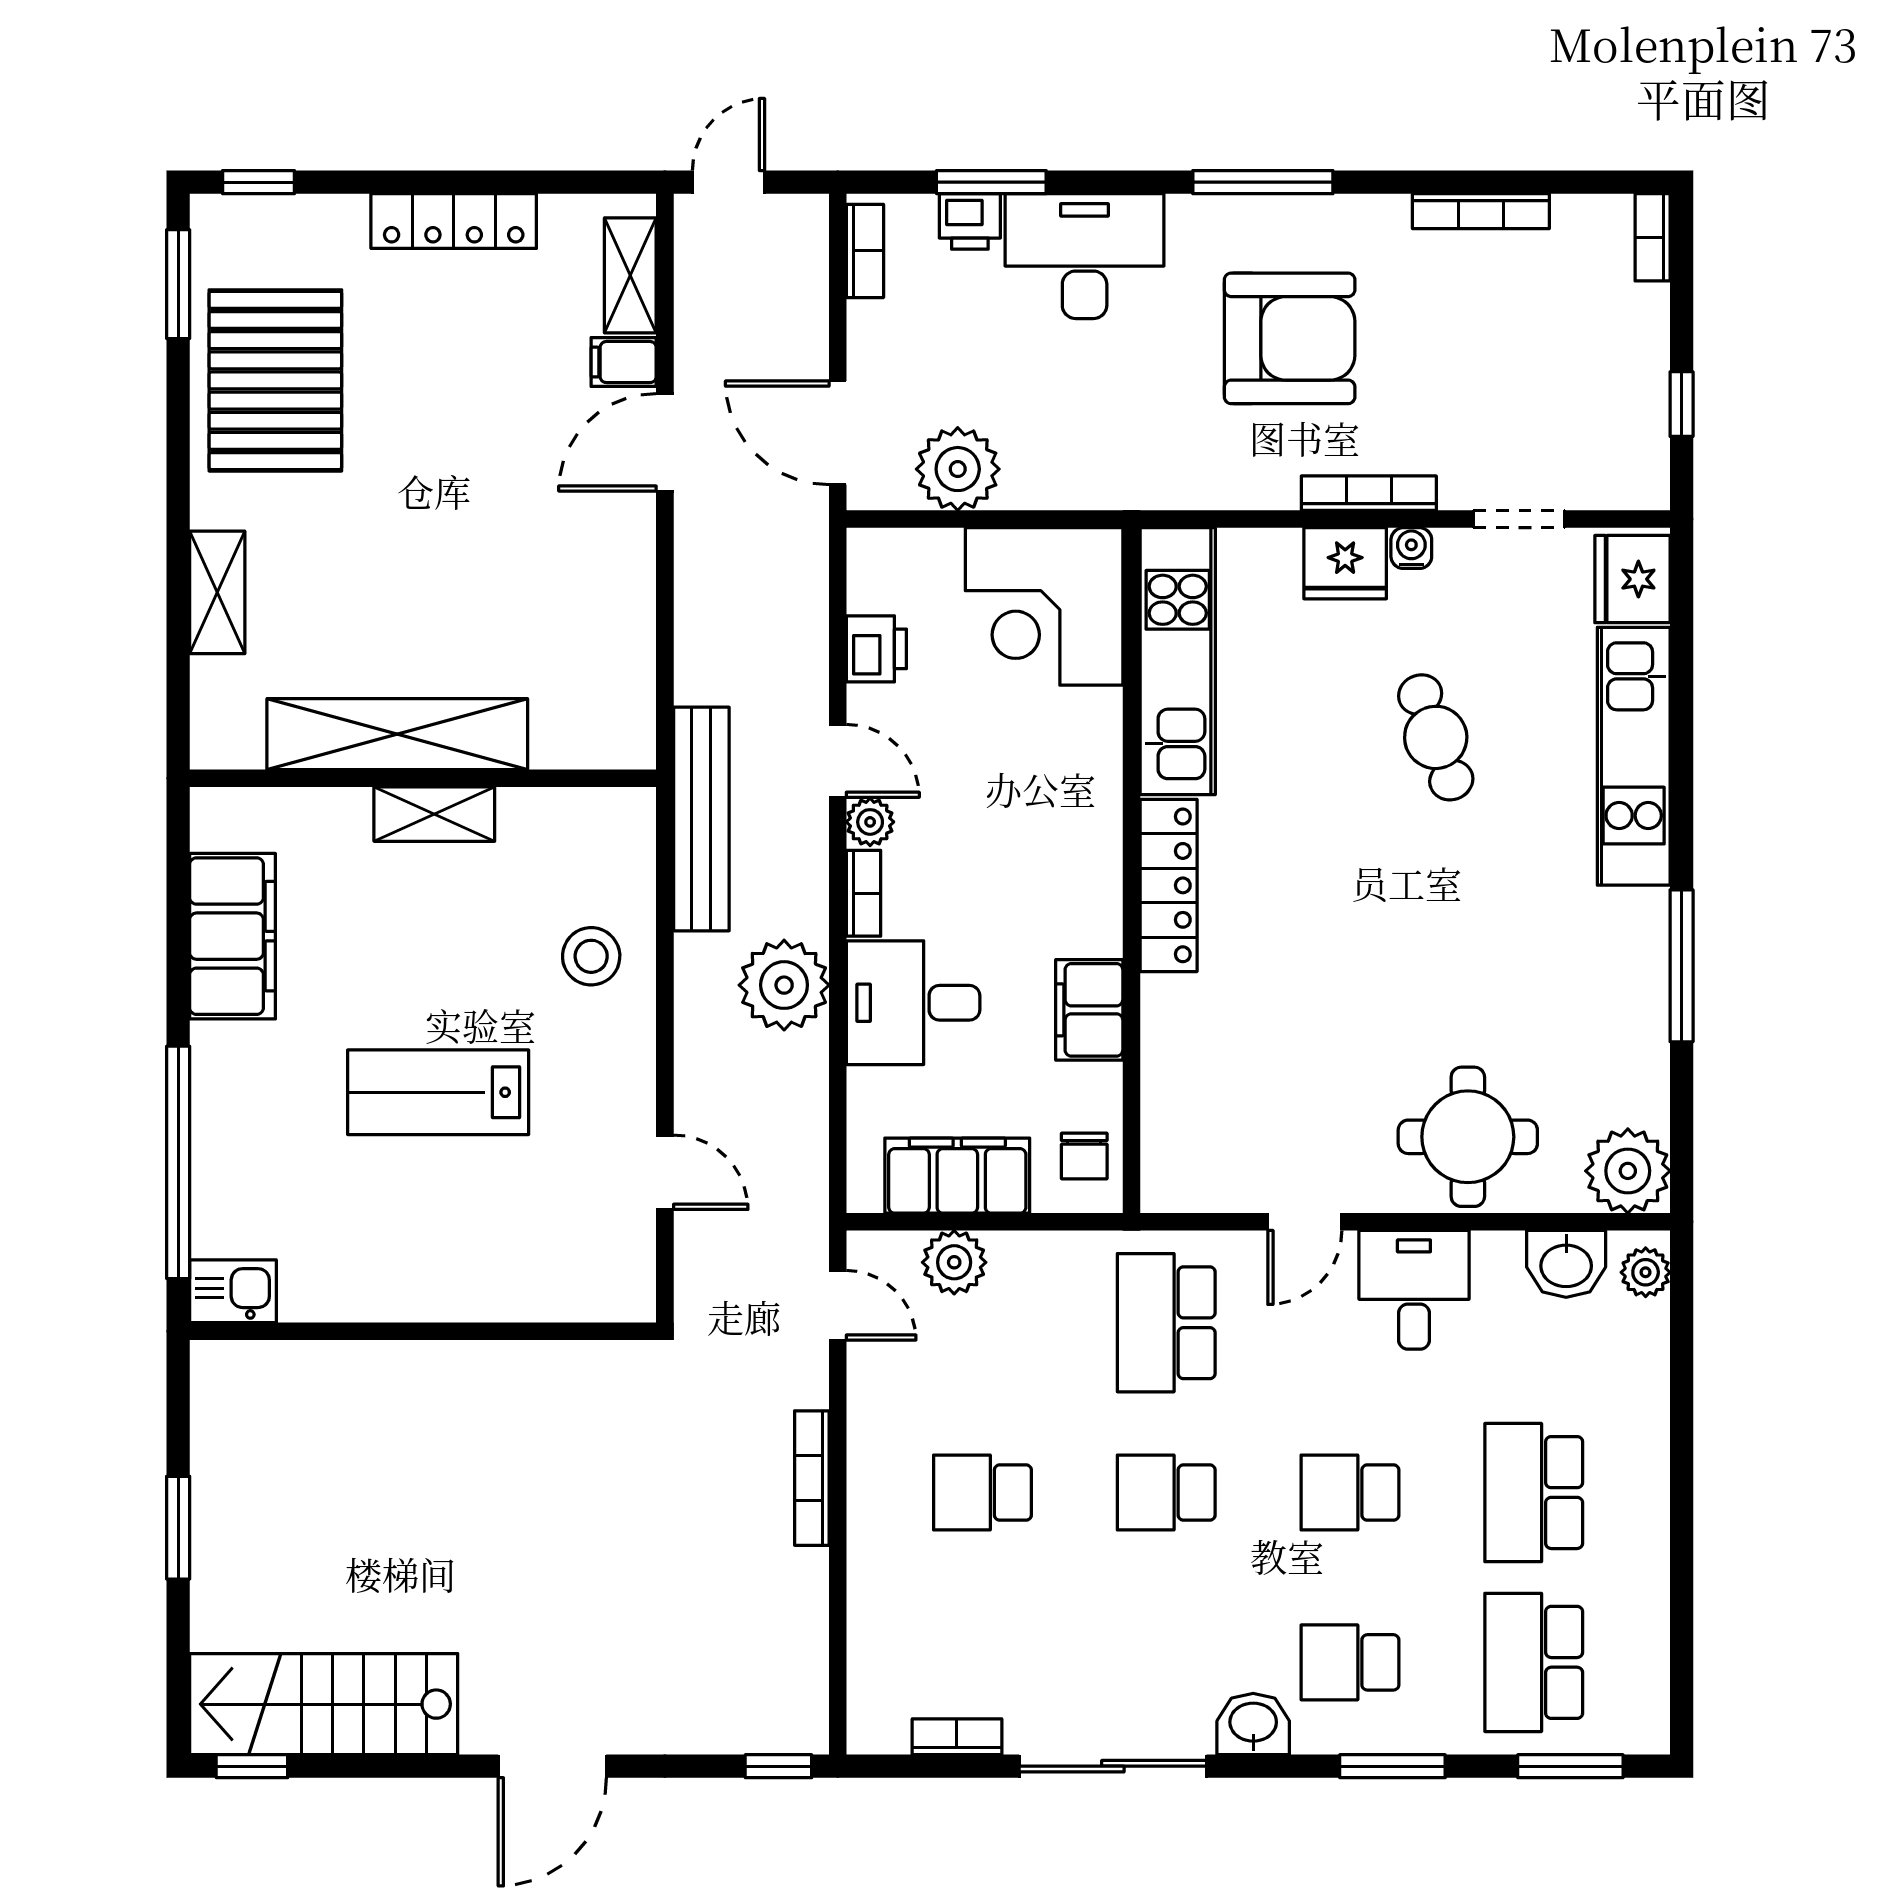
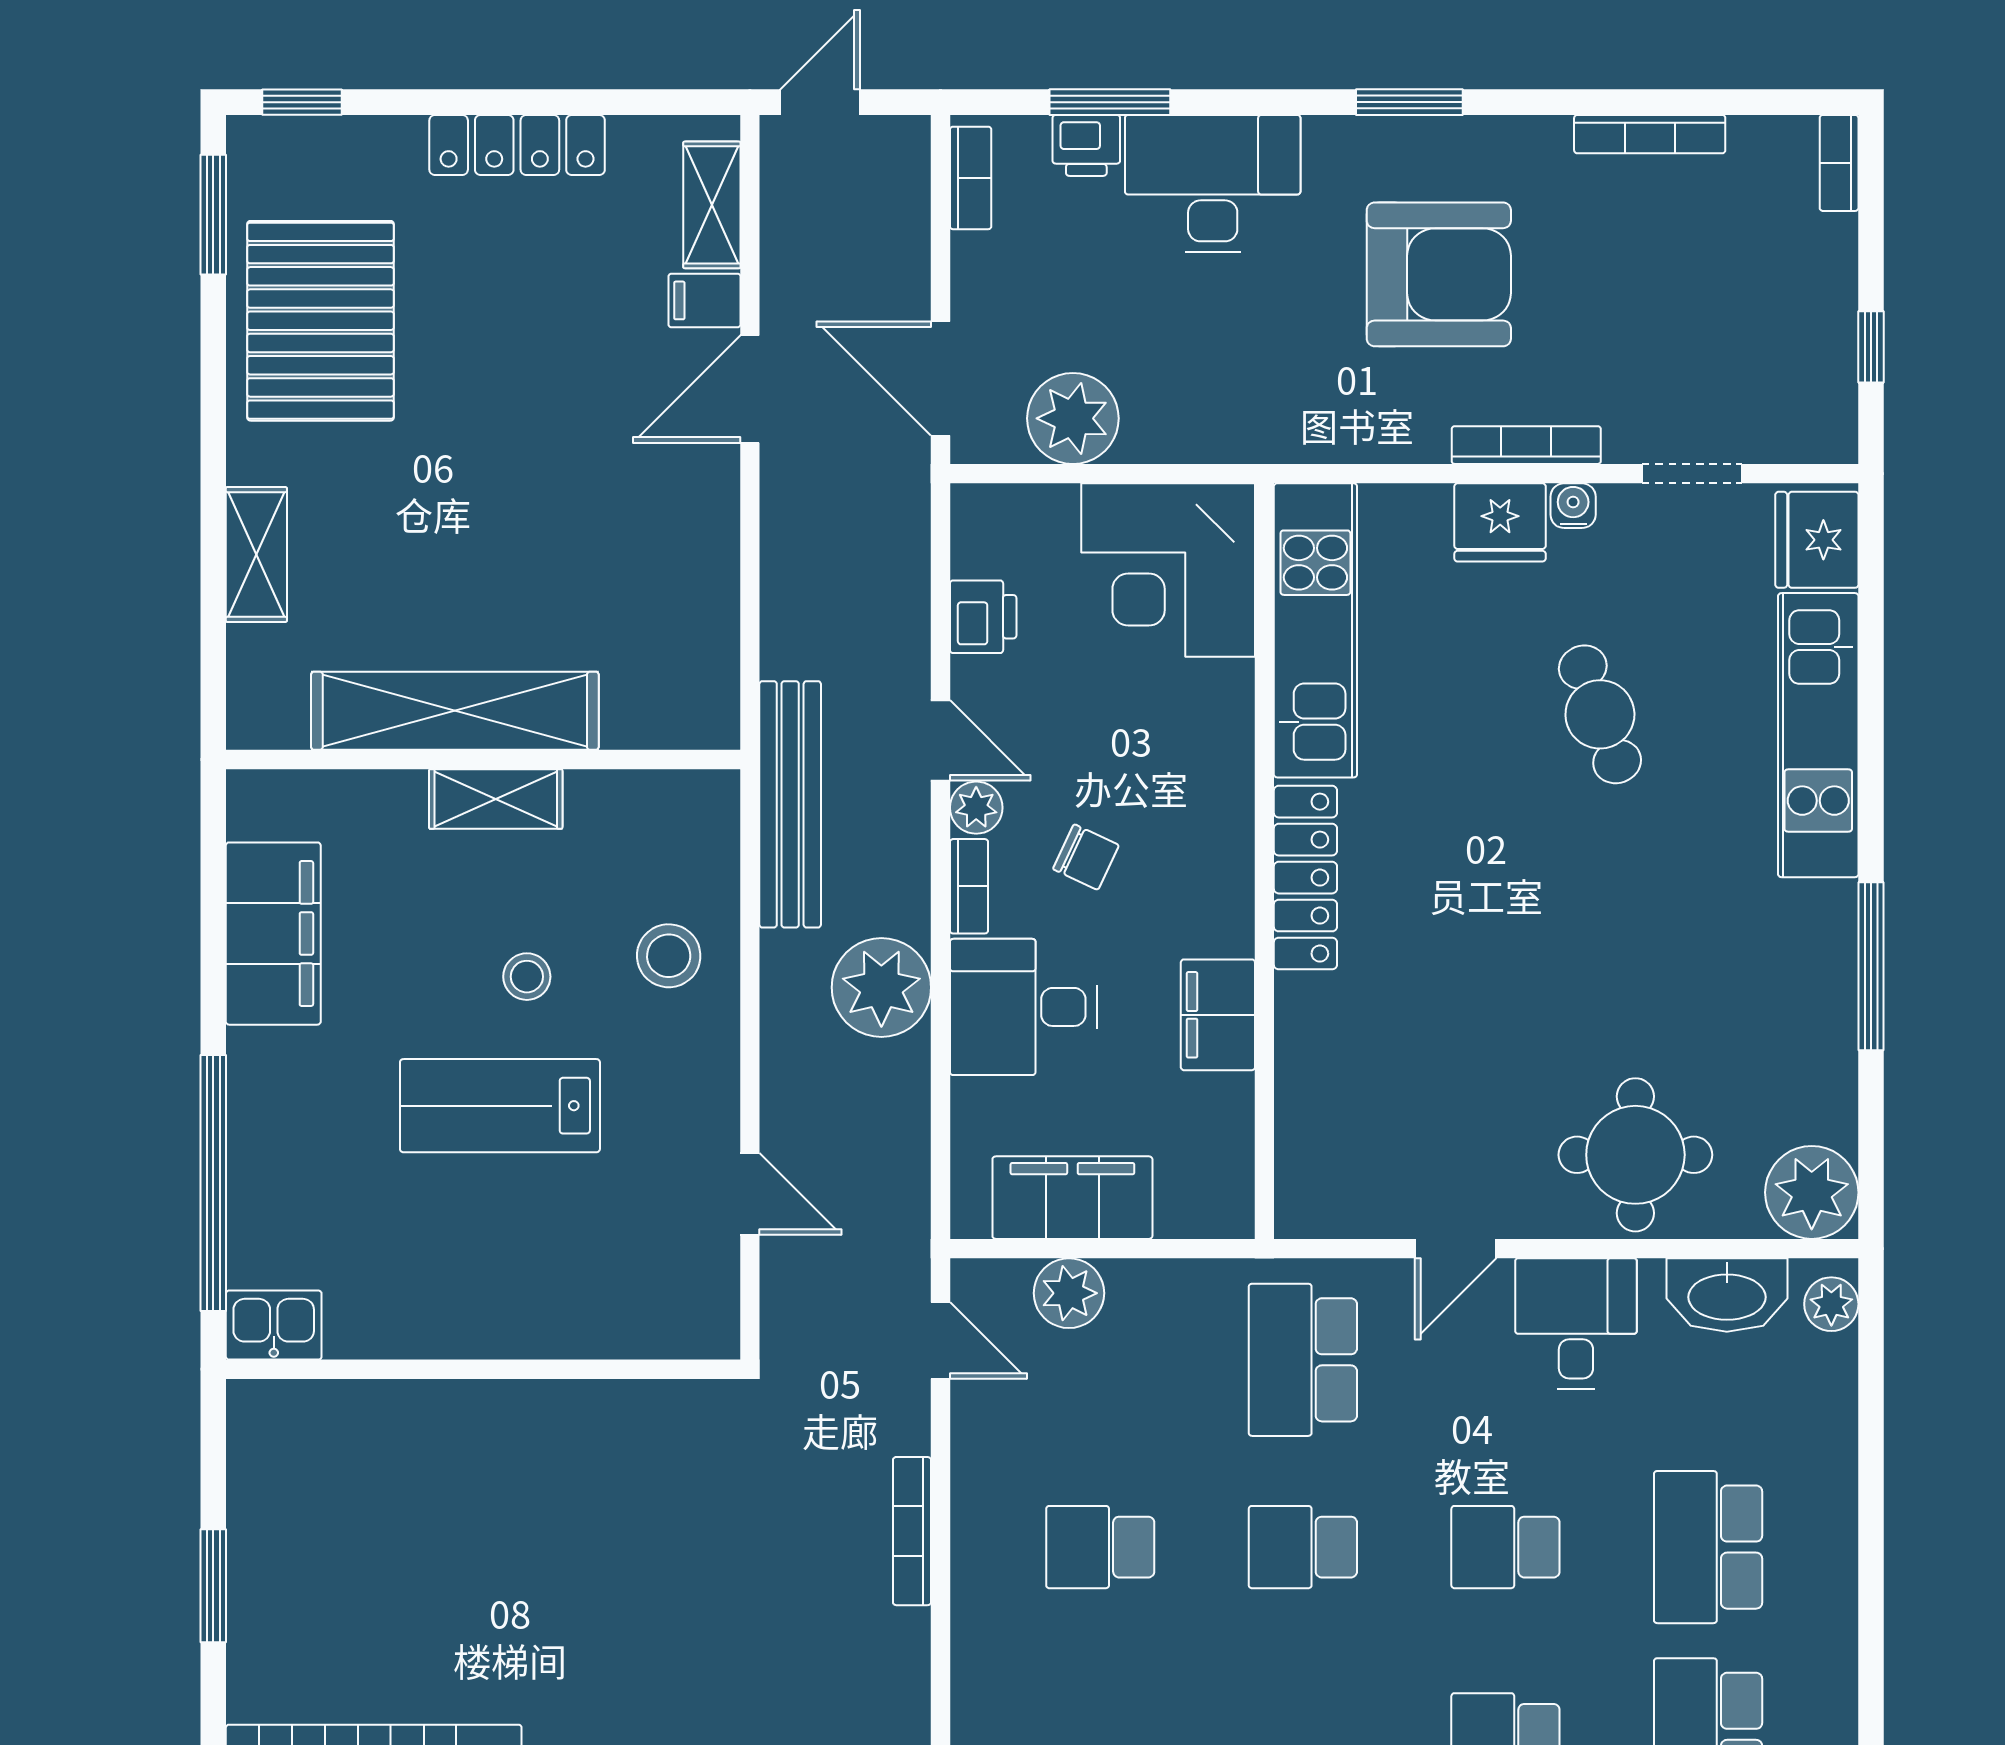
window: (1263, 182) -> (1409, 102), width x0.69
stool: (463, 975) -> (527, 977), added
chair: (1084, 1156) -> (1086, 857), moved, turned -65
washbasin: (1566, 1264) -> (1727, 1295), width x1.38

